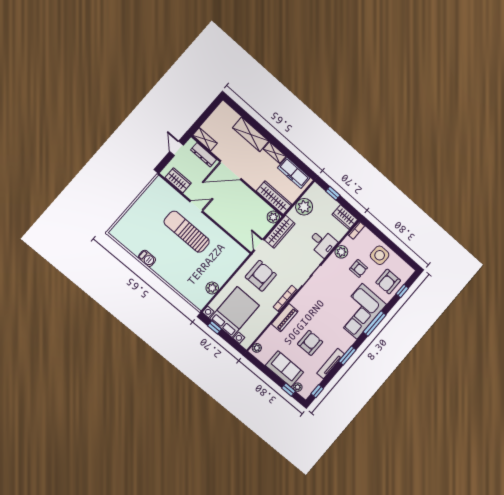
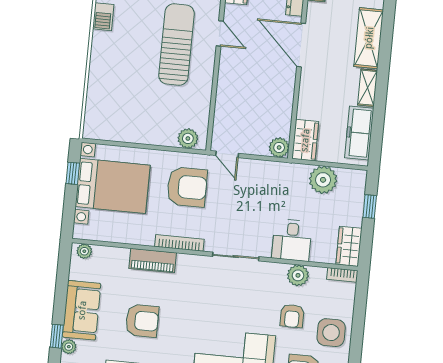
wardrobe: (274, 198) -> (305, 140), width x0.67
wardrobe: (280, 232) -> (265, 171), removed
door: (259, 245) -> (227, 154), swing flipped
plant: (212, 288) -> (188, 138), moved

